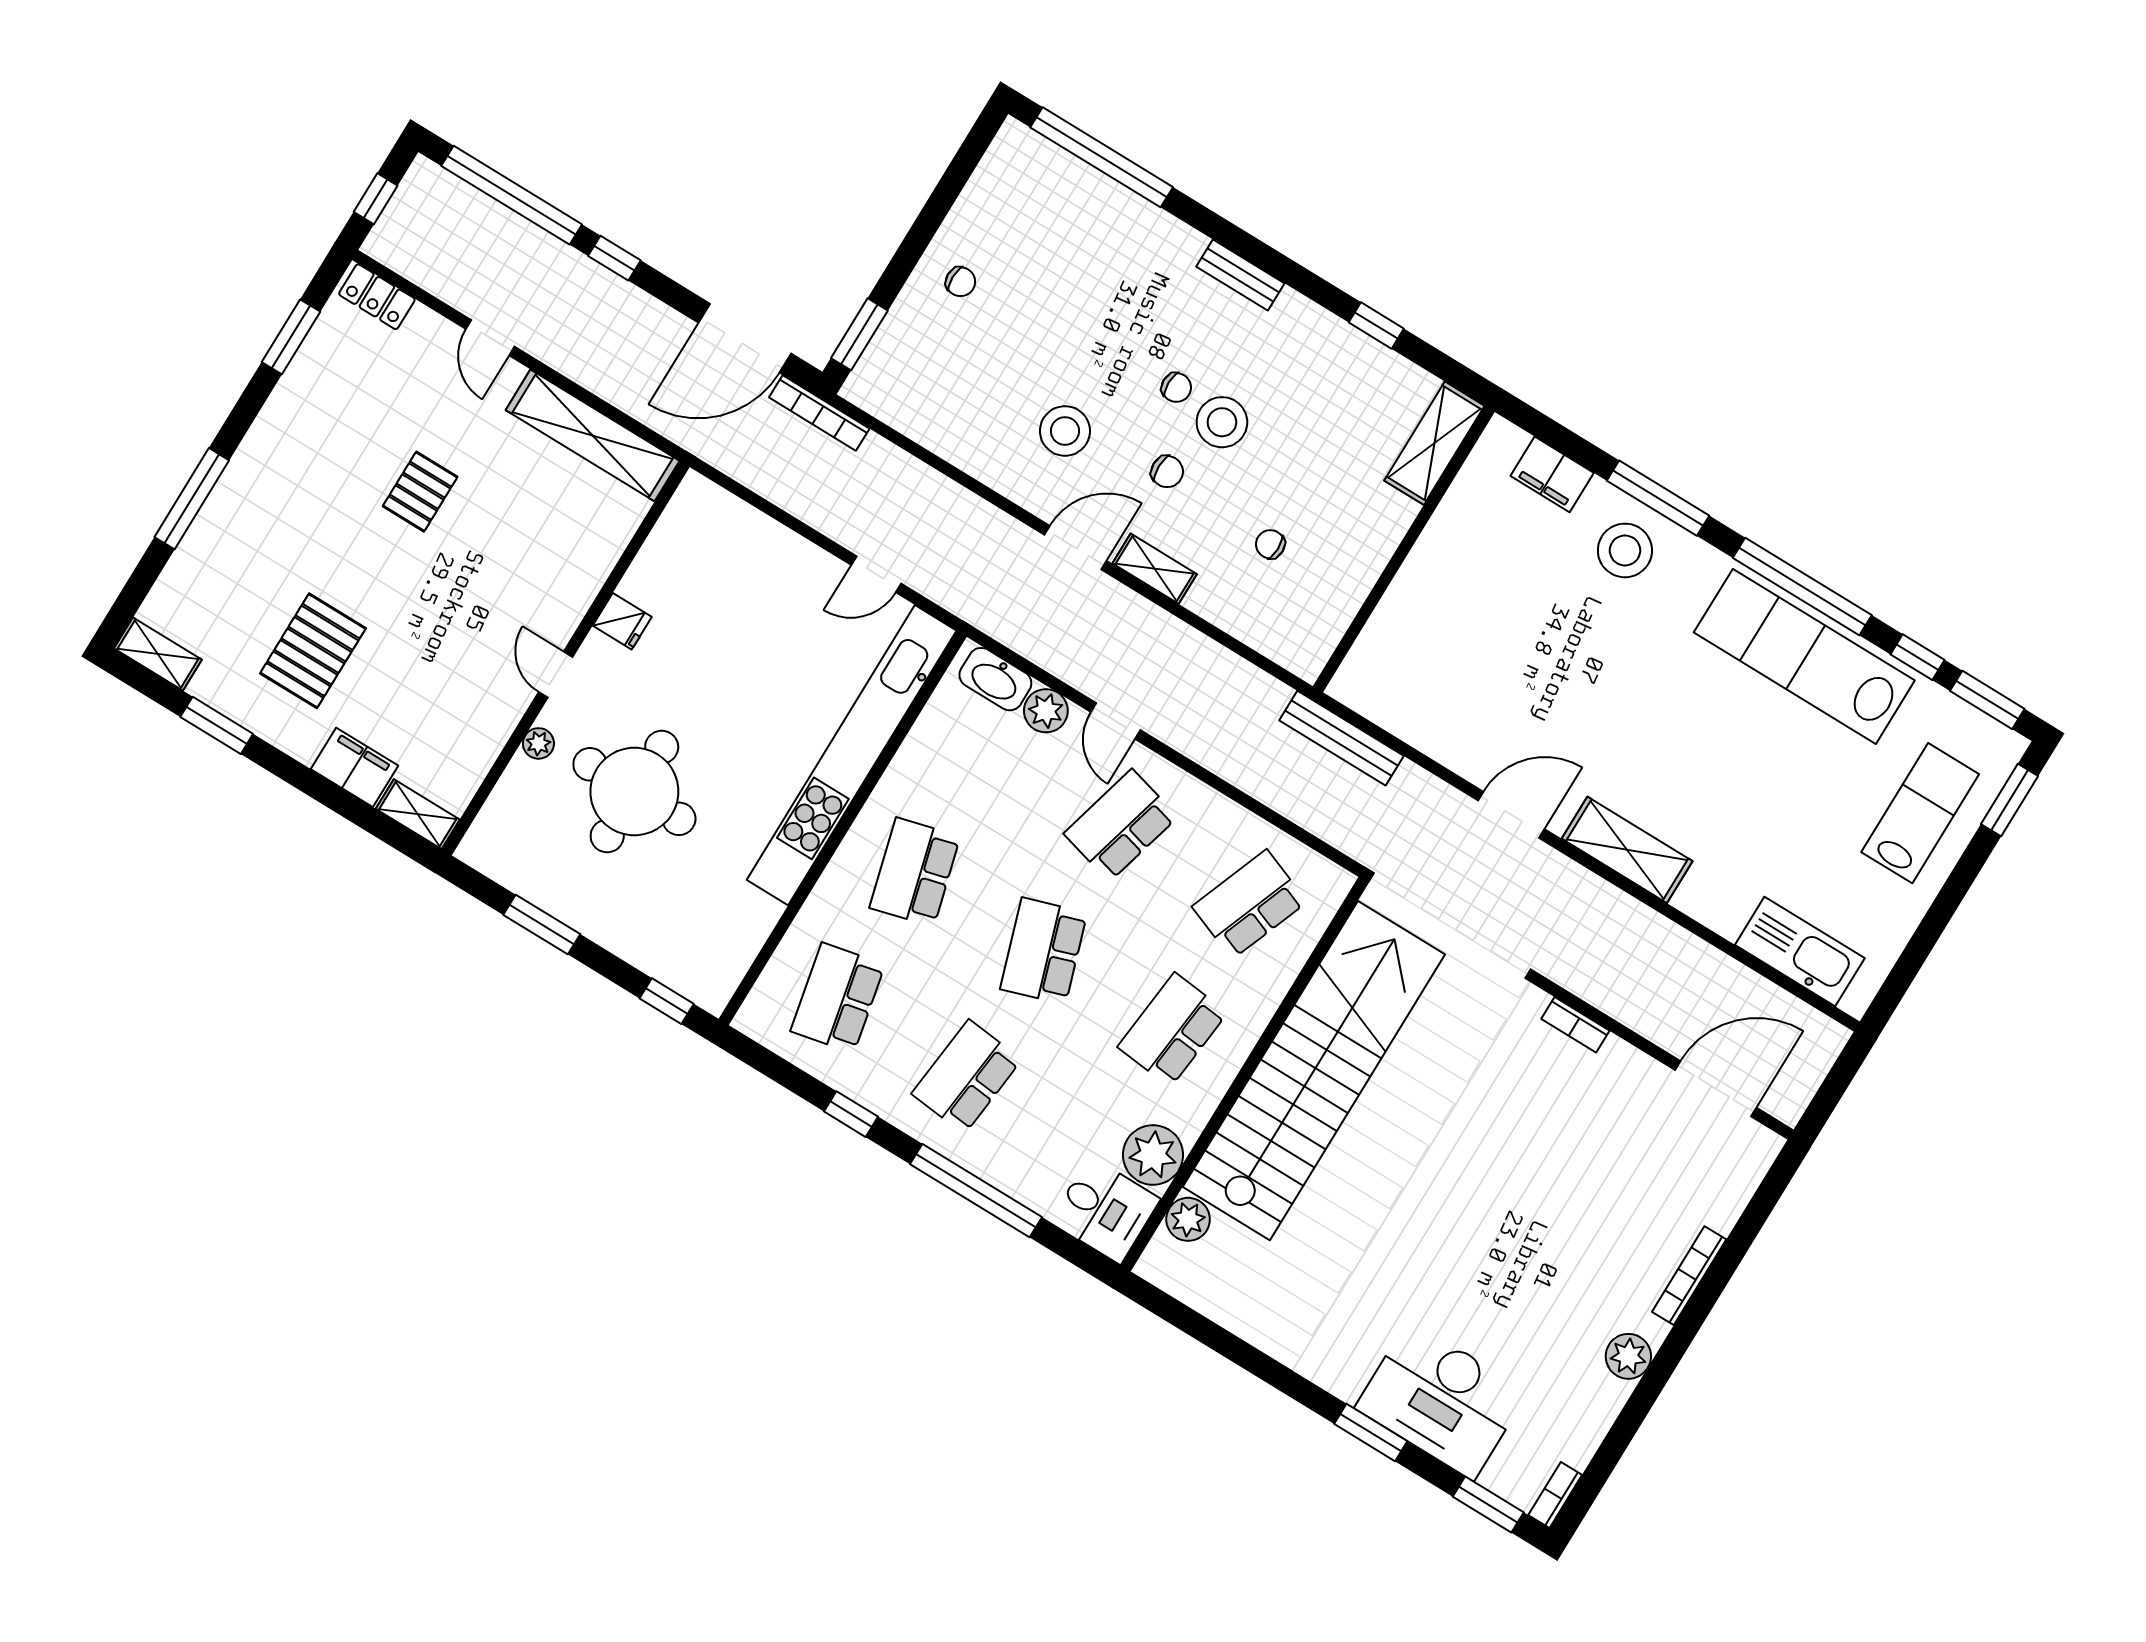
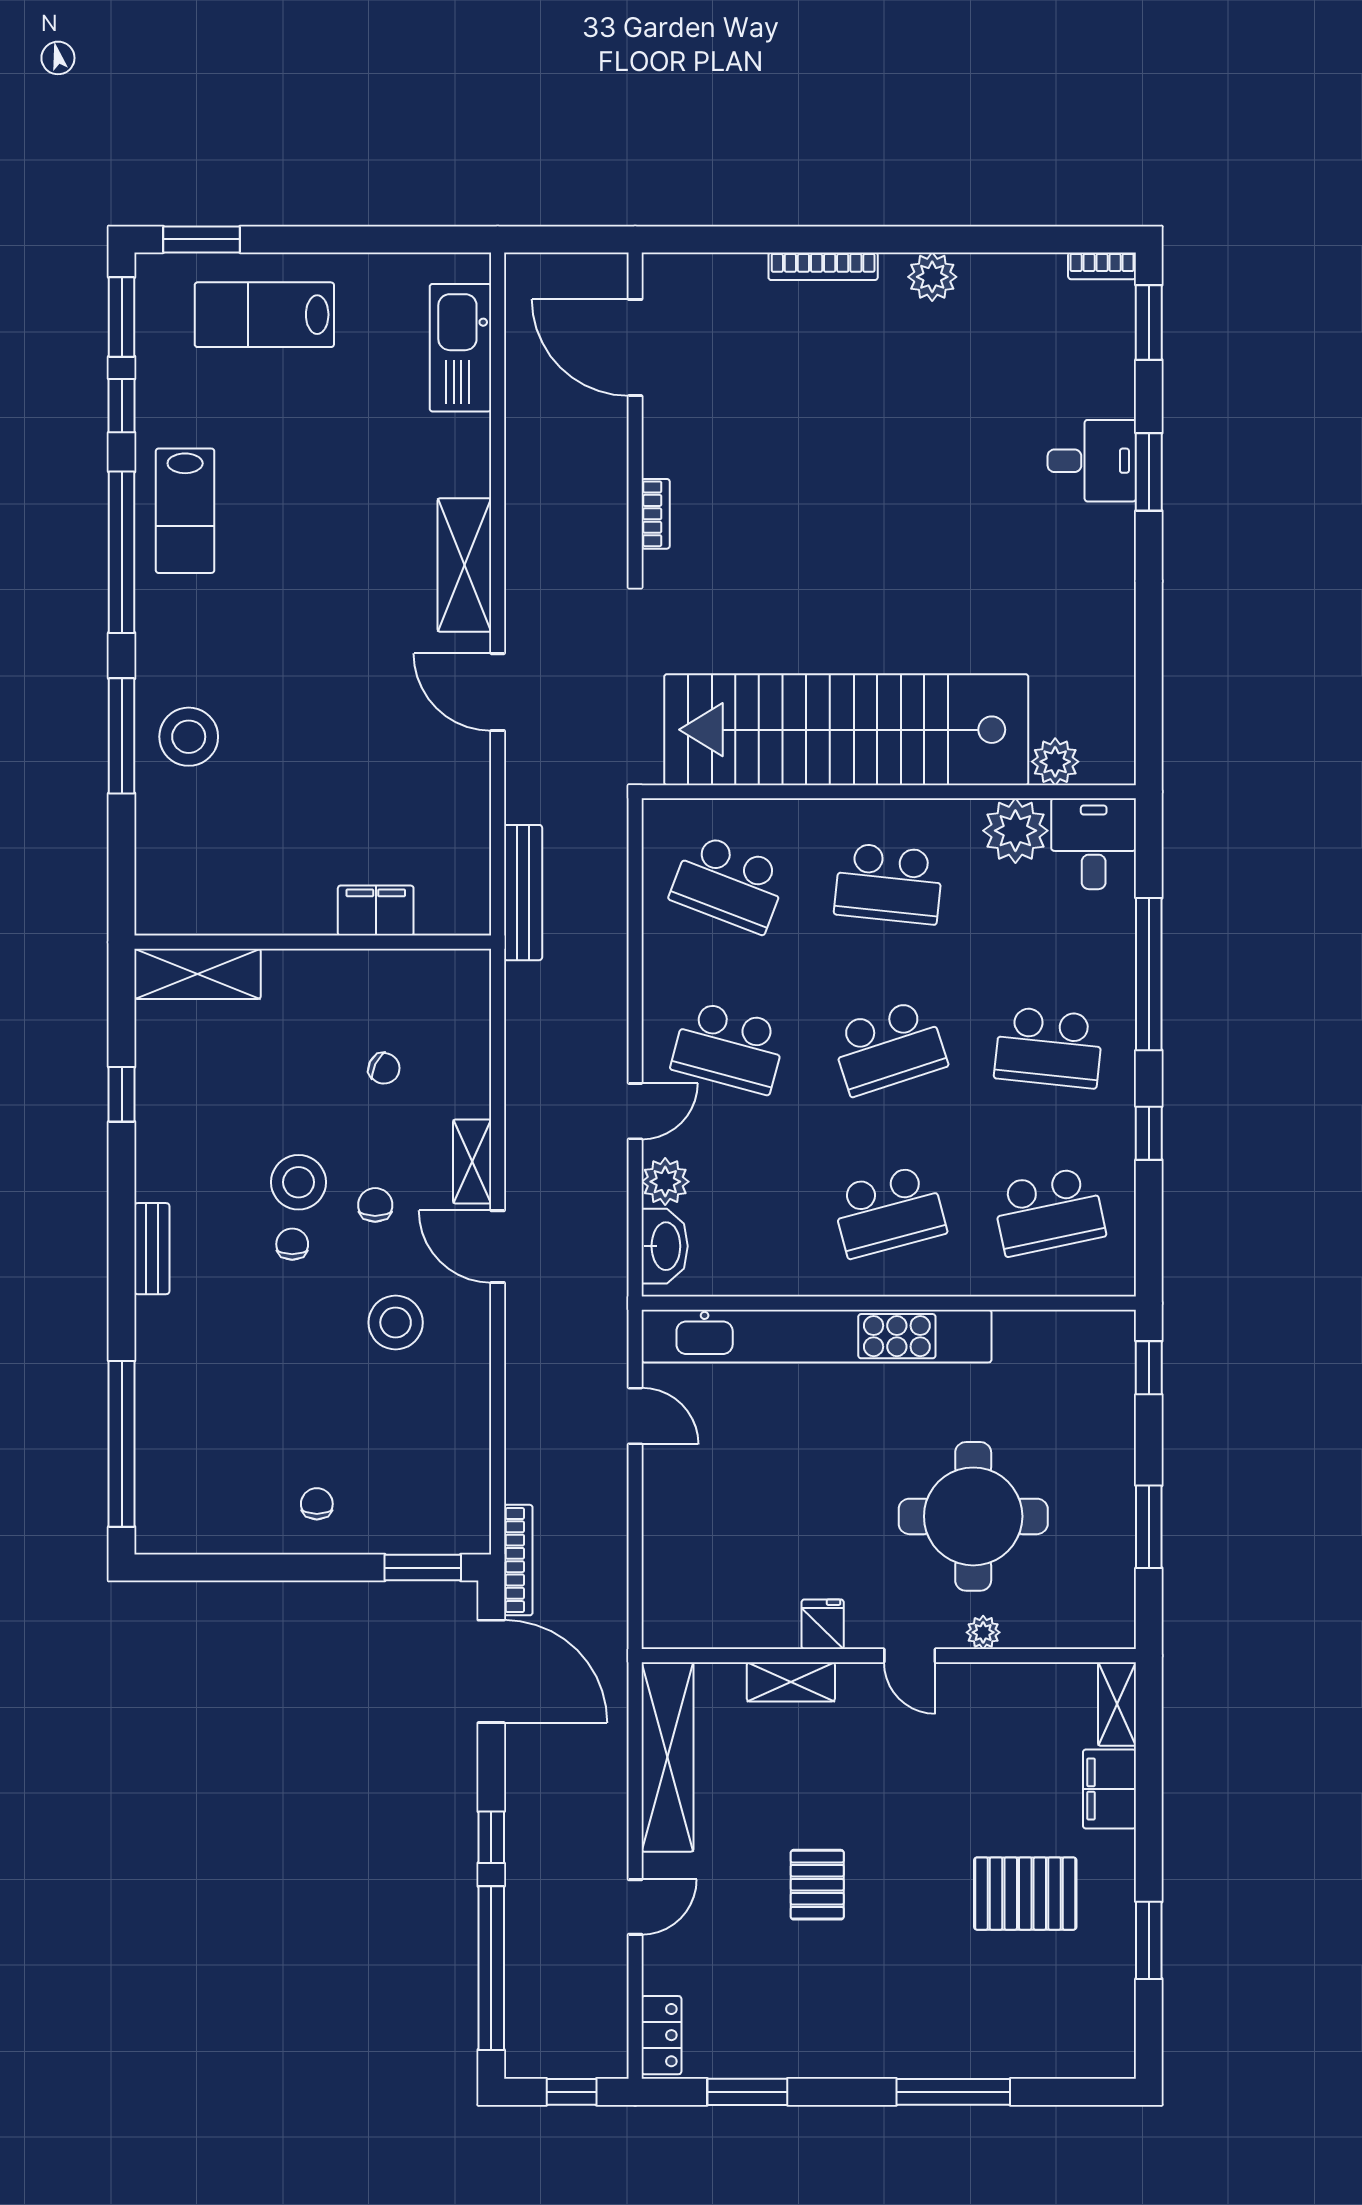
filing cabinet: (1552, 474) -> (376, 911), moved, turned -90
pallet: (420, 492) -> (817, 1885), turned 90
chair: (1270, 544) -> (384, 1068), turned -64
shelving: (158, 654) -> (791, 1682), moved, turned 90
lab bench: (1804, 656) -> (185, 511), width x0.54, depth x0.72
door: (556, 674) -> (910, 1656), hinge flipped
desk: (1441, 1400) -> (1092, 461), width x0.53, depth x0.77

